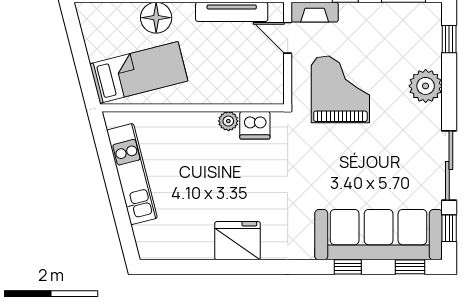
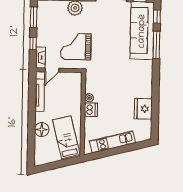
dishwasher: (255, 125) -> (91, 110), moved
fridge: (238, 241) -> (143, 109), moved
window: (348, 267) -> (156, 45), width x2.17

